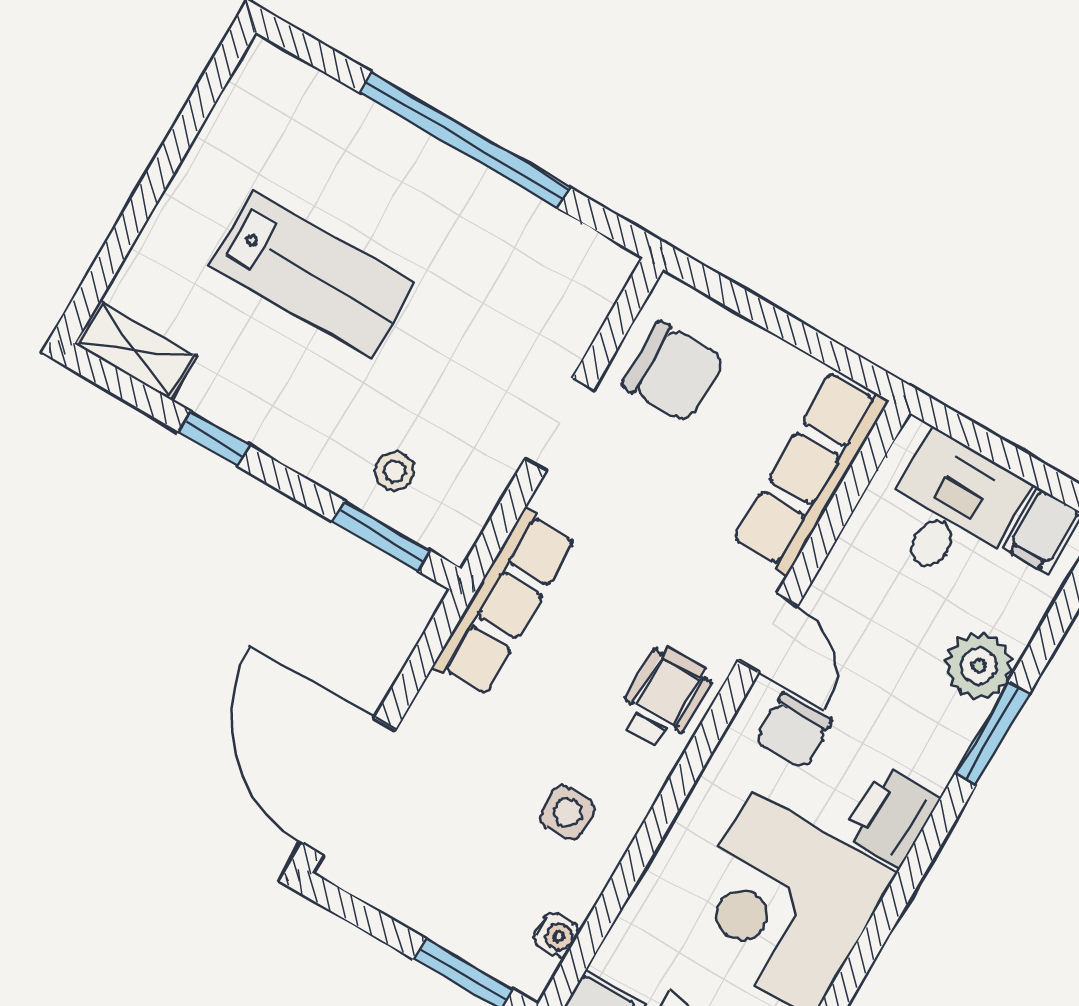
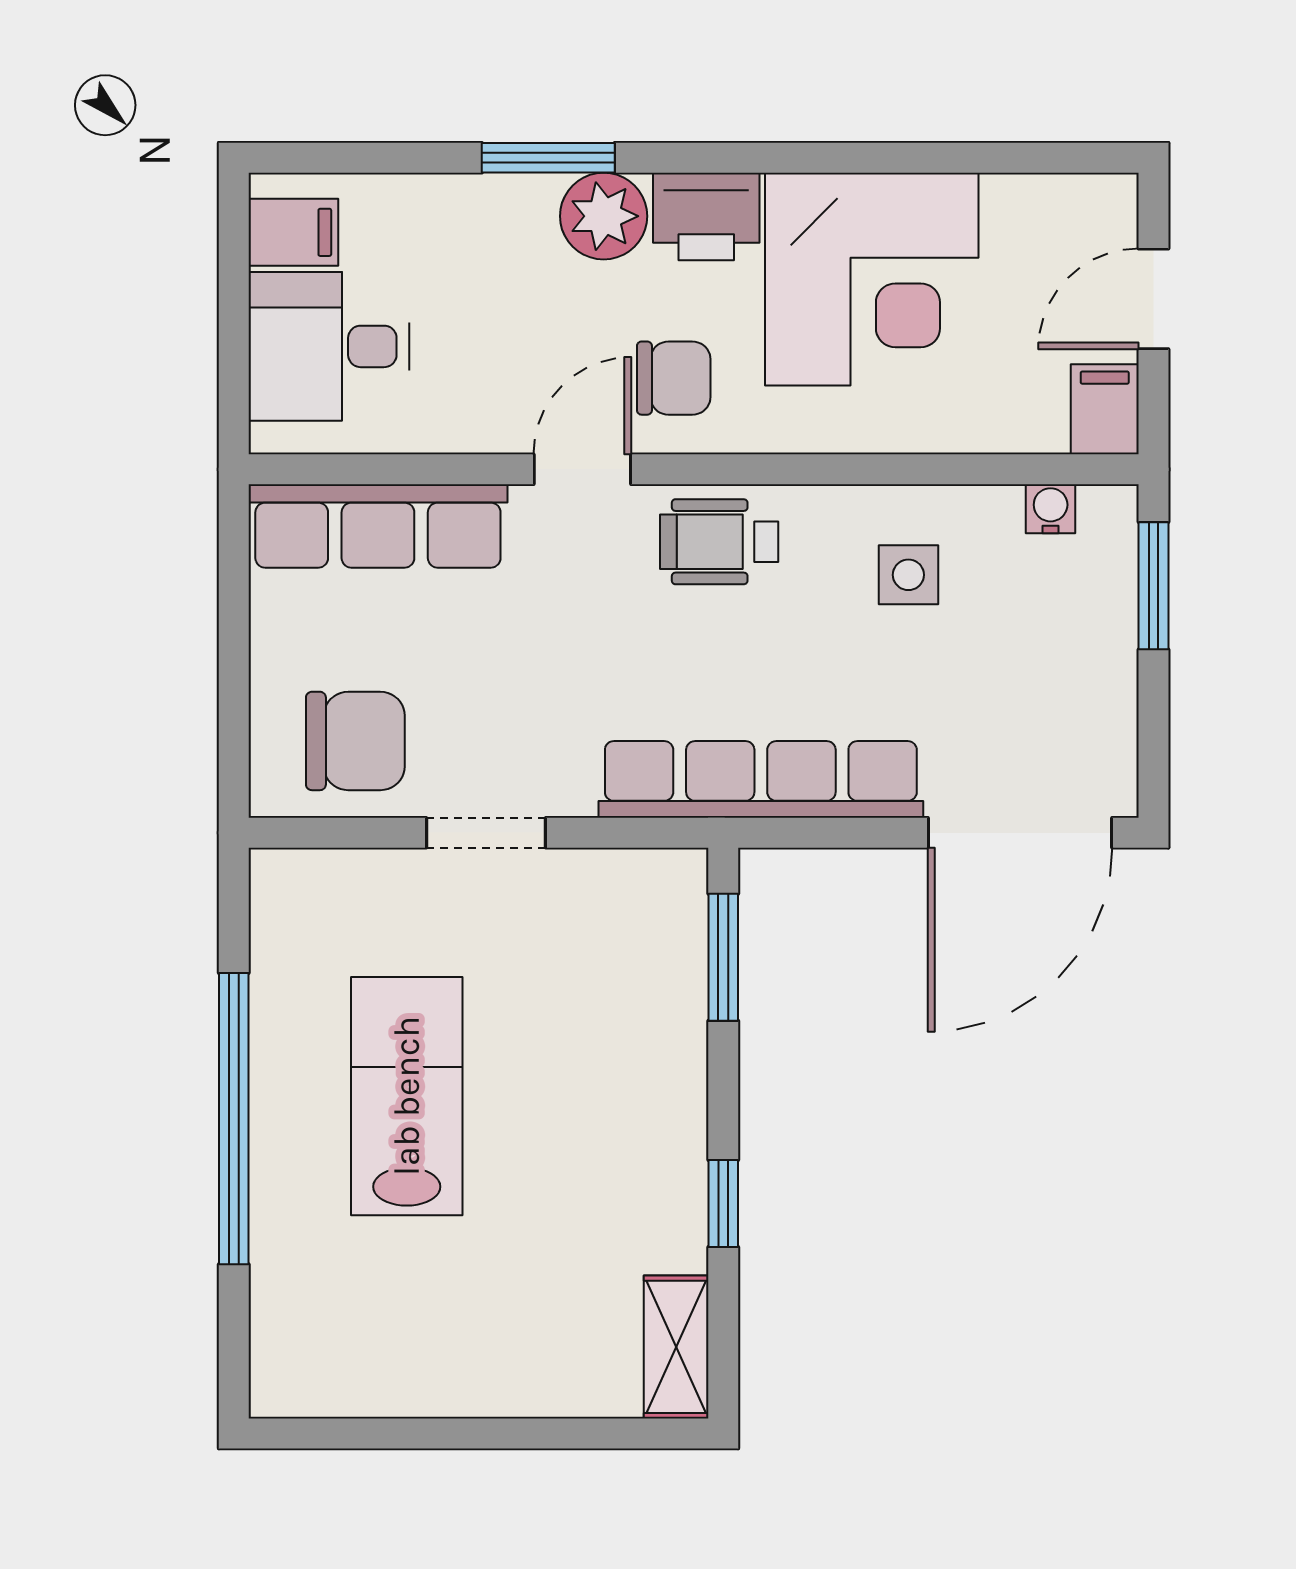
lab bench: (312, 275) -> (407, 1096), moved
chair: (673, 372) -> (355, 741), turned 90
stool: (395, 471) -> (643, 984), removed
row of seats: (504, 602) -> (761, 779), width x1.36
plant: (979, 666) -> (604, 216), moved

